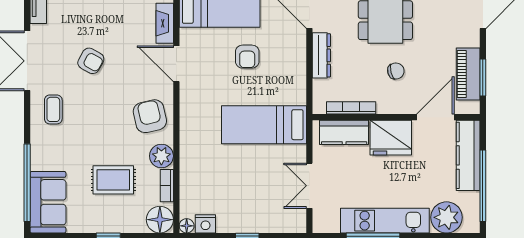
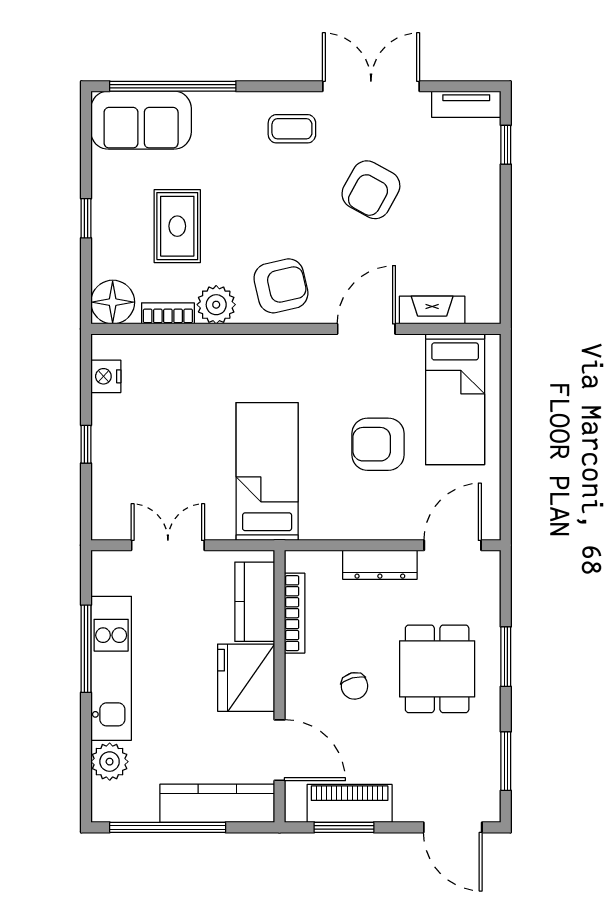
armchair: (247, 57) -> (378, 444), width x1.38, depth x1.38
armchair: (91, 61) -> (371, 190), width x1.38, depth x1.38
plant: (447, 217) -> (110, 762), width x0.73, depth x0.73
floor lamp: (187, 226) -> (103, 346), removed

